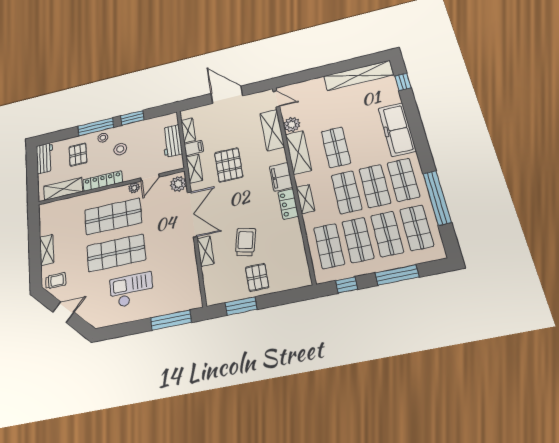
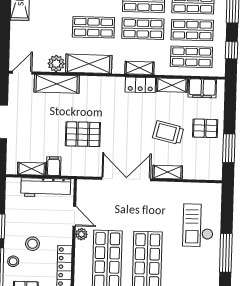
workbench: (172, 141) -> (46, 188), width x1.38
shelving: (194, 169) -> (172, 85), moved
filing cabinet: (281, 177) -> (202, 88), moved
plant: (178, 184) -> (90, 188), removed
checkout: (132, 290) -> (198, 225), moved
window: (171, 320) -> (226, 253), moved

